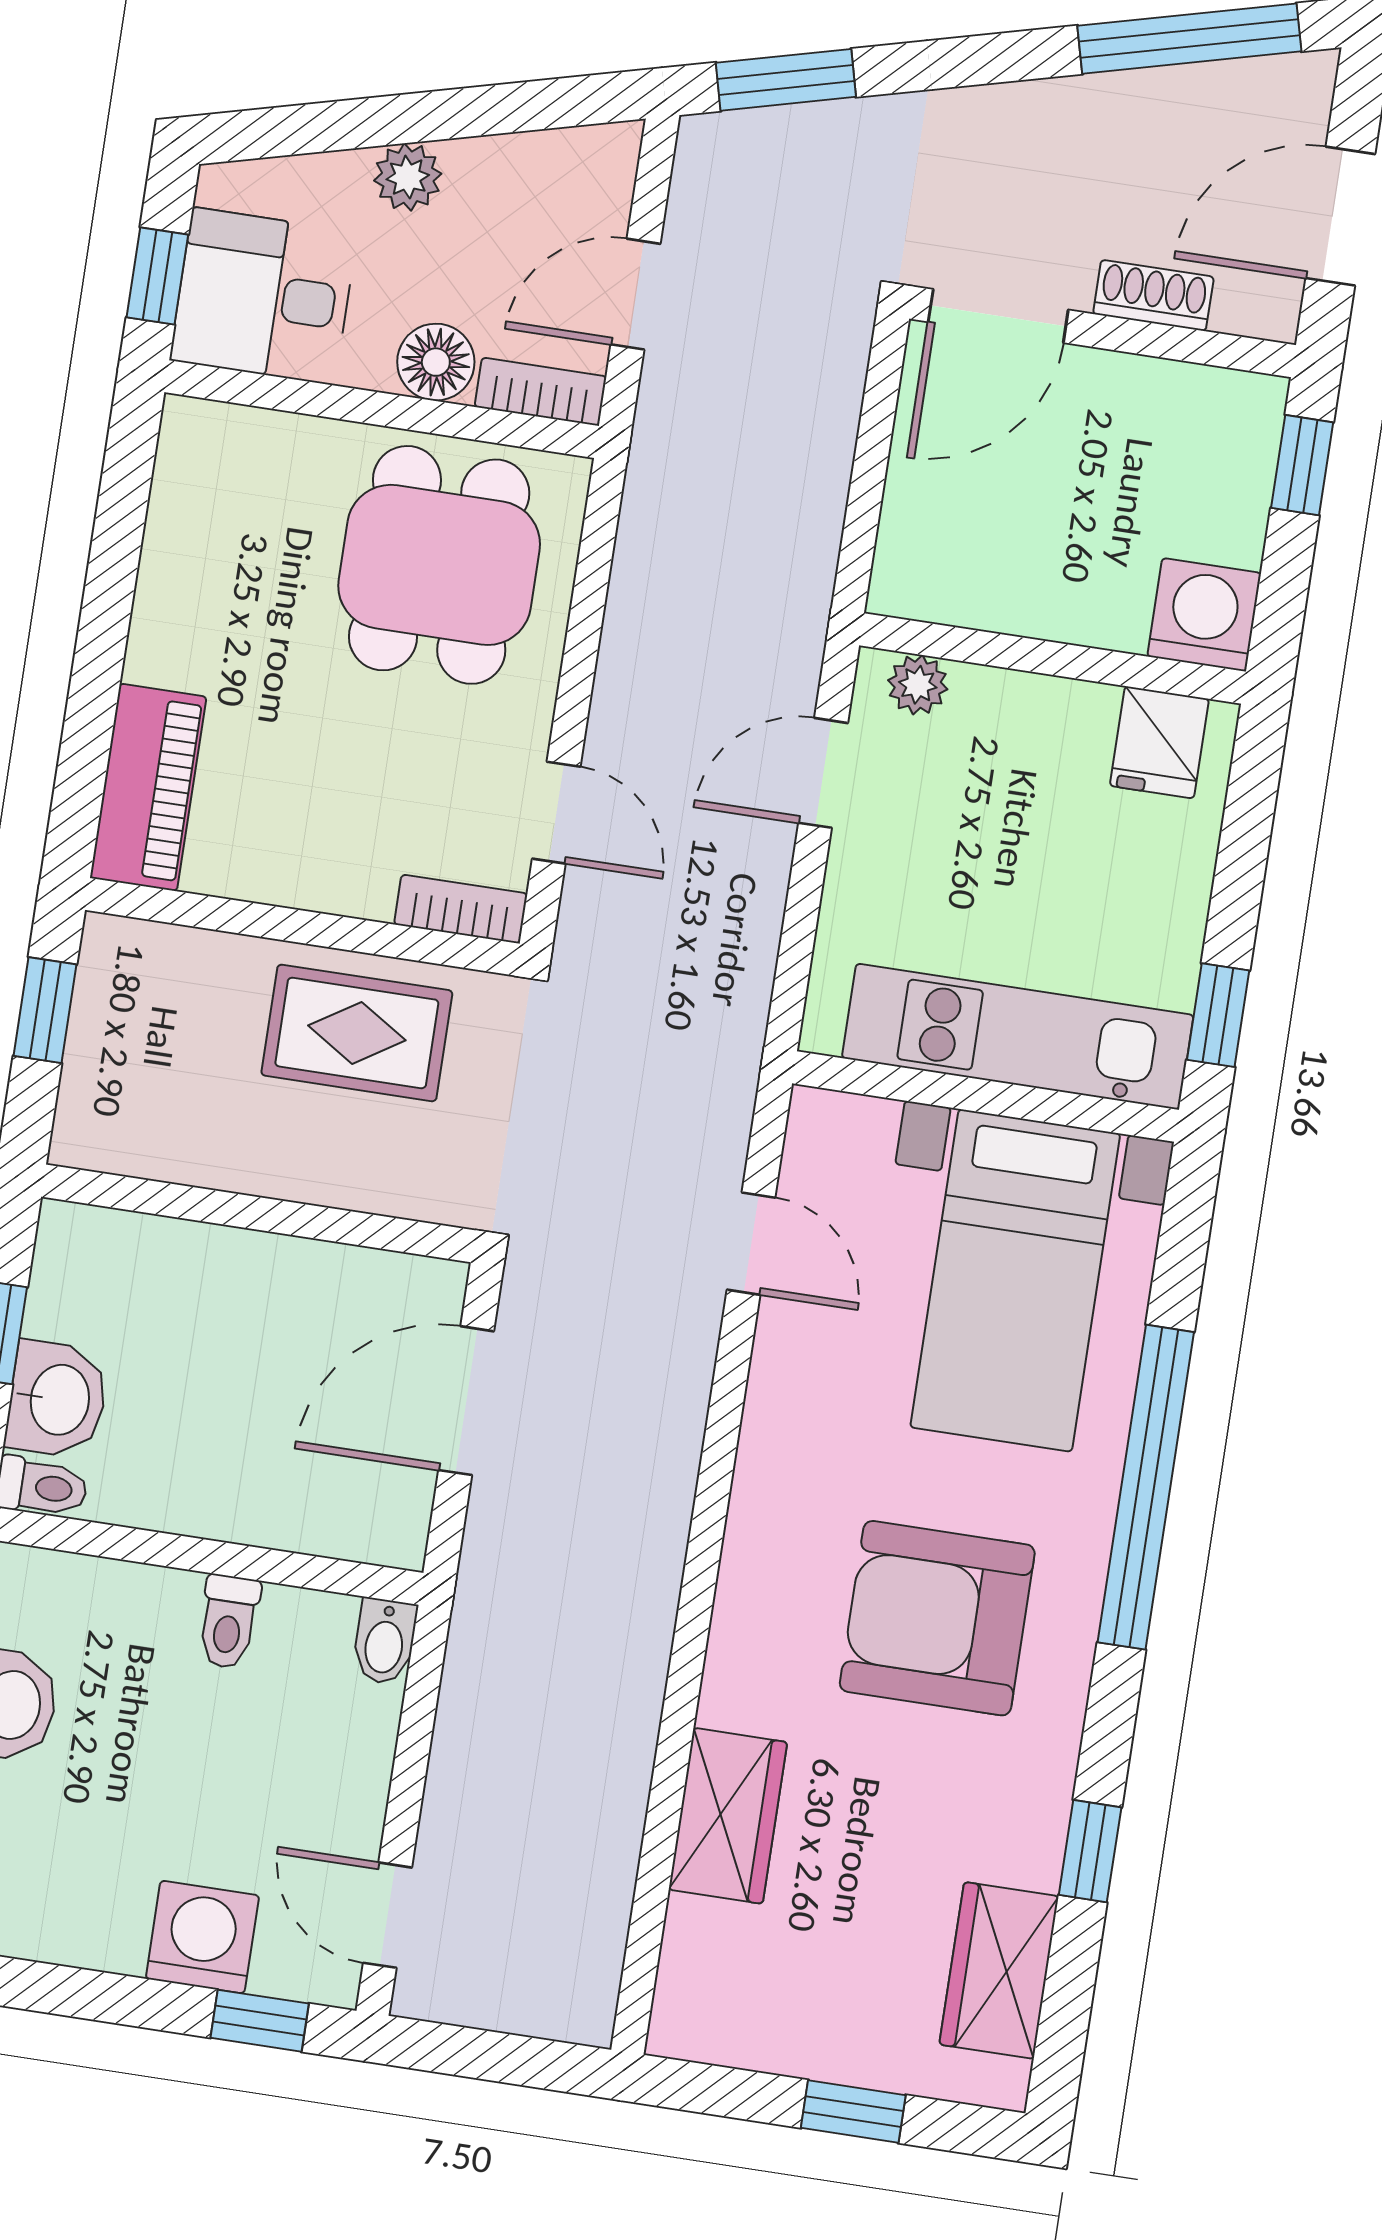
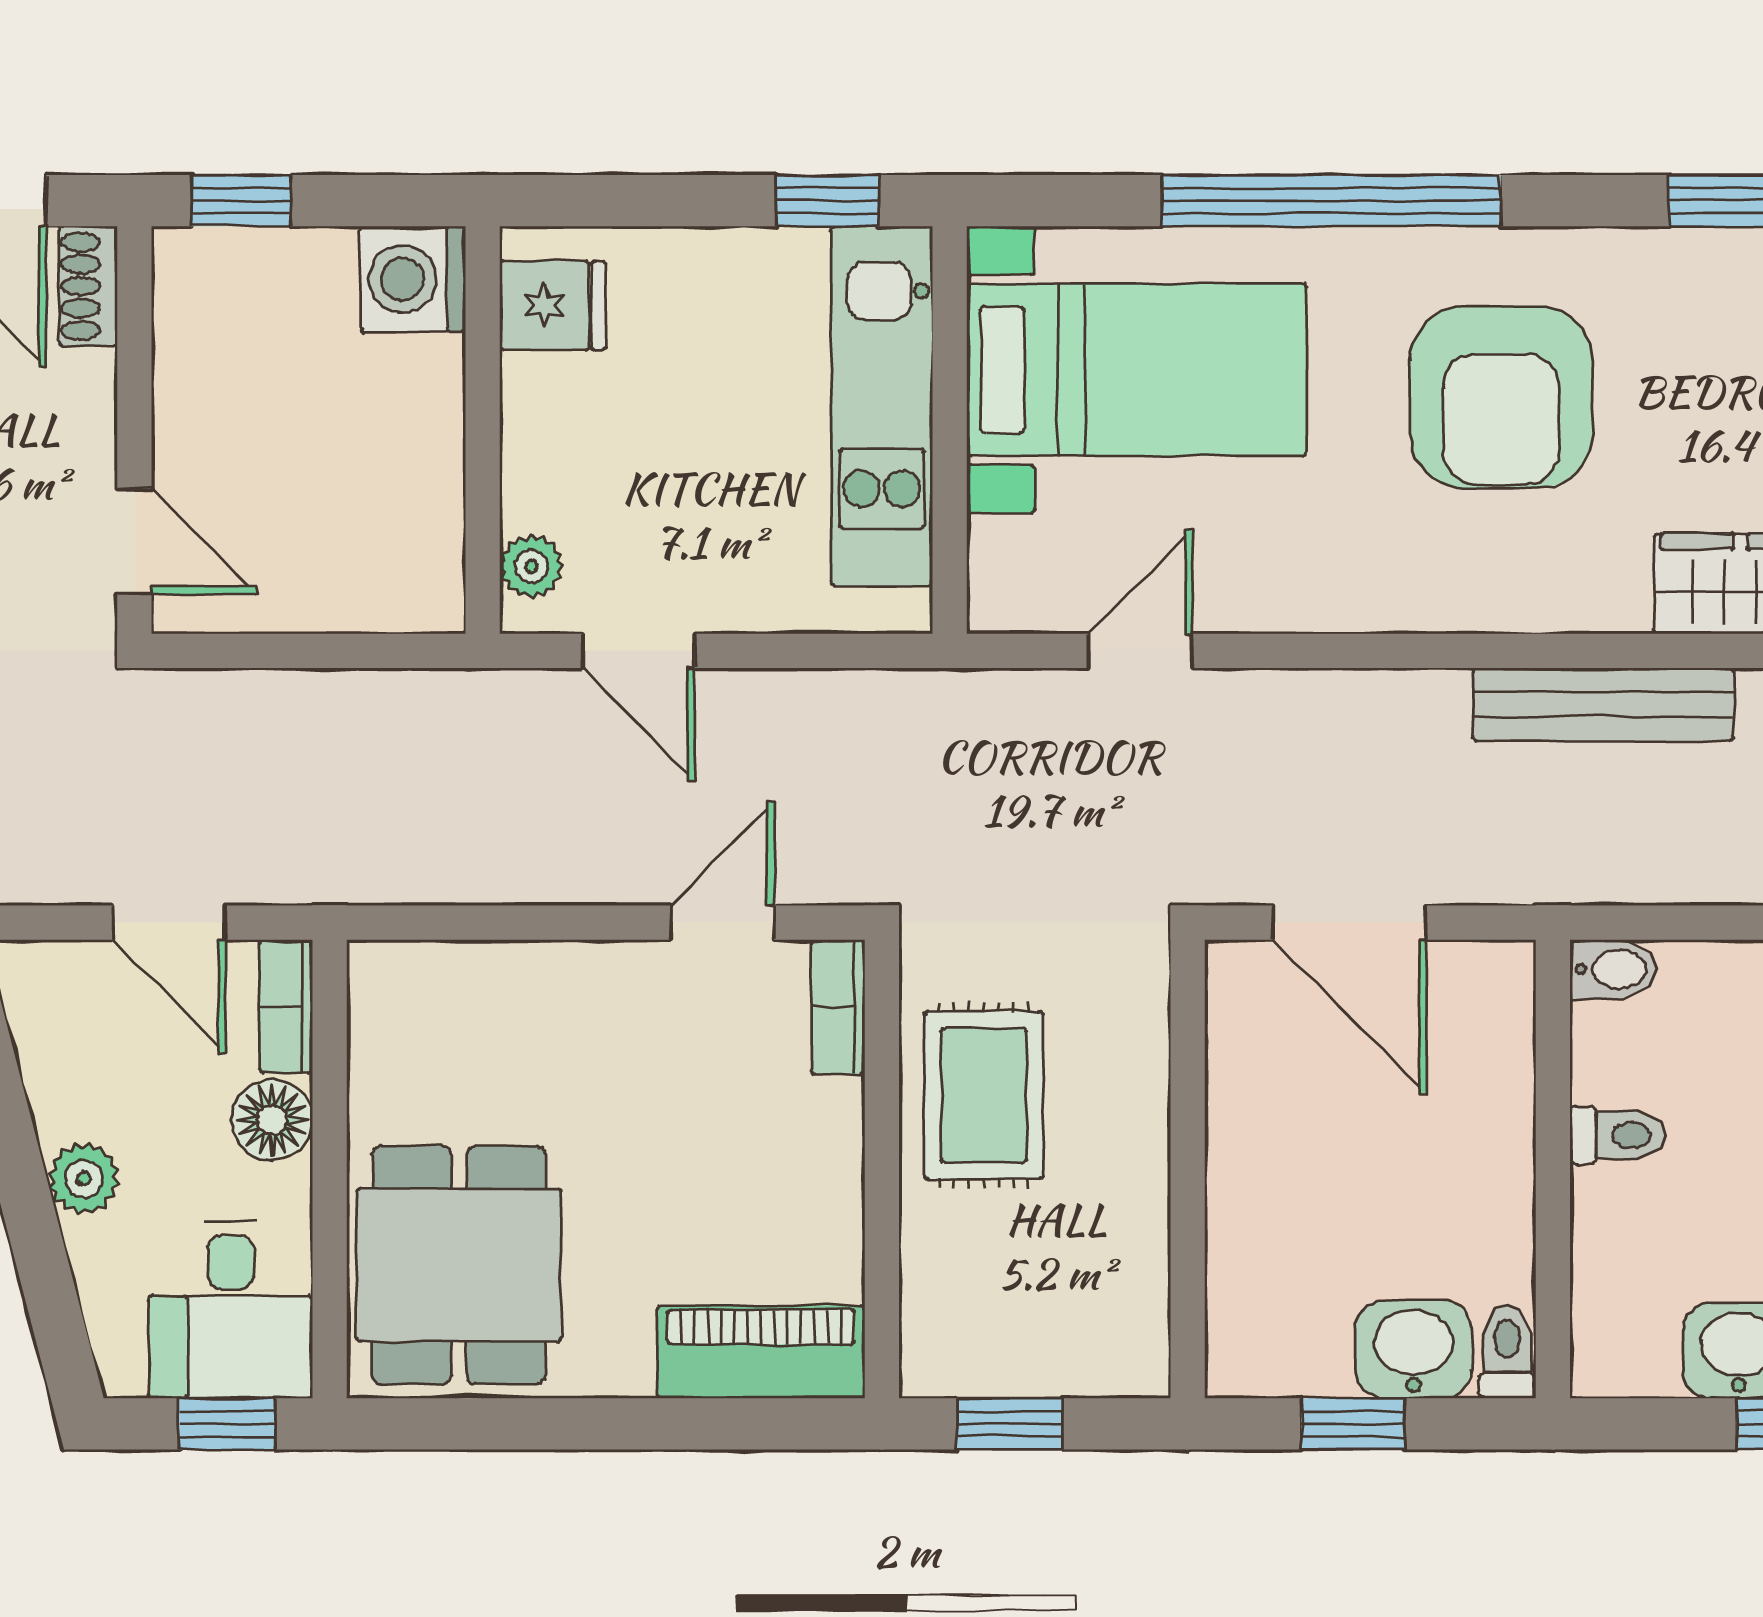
shoe rack: (1153, 295) -> (88, 286), moved
door: (998, 316) -> (134, 541), width x0.73
dining table: (439, 565) -> (459, 1265), moved, turned 90
bench: (635, 1670) -> (1603, 704), added

